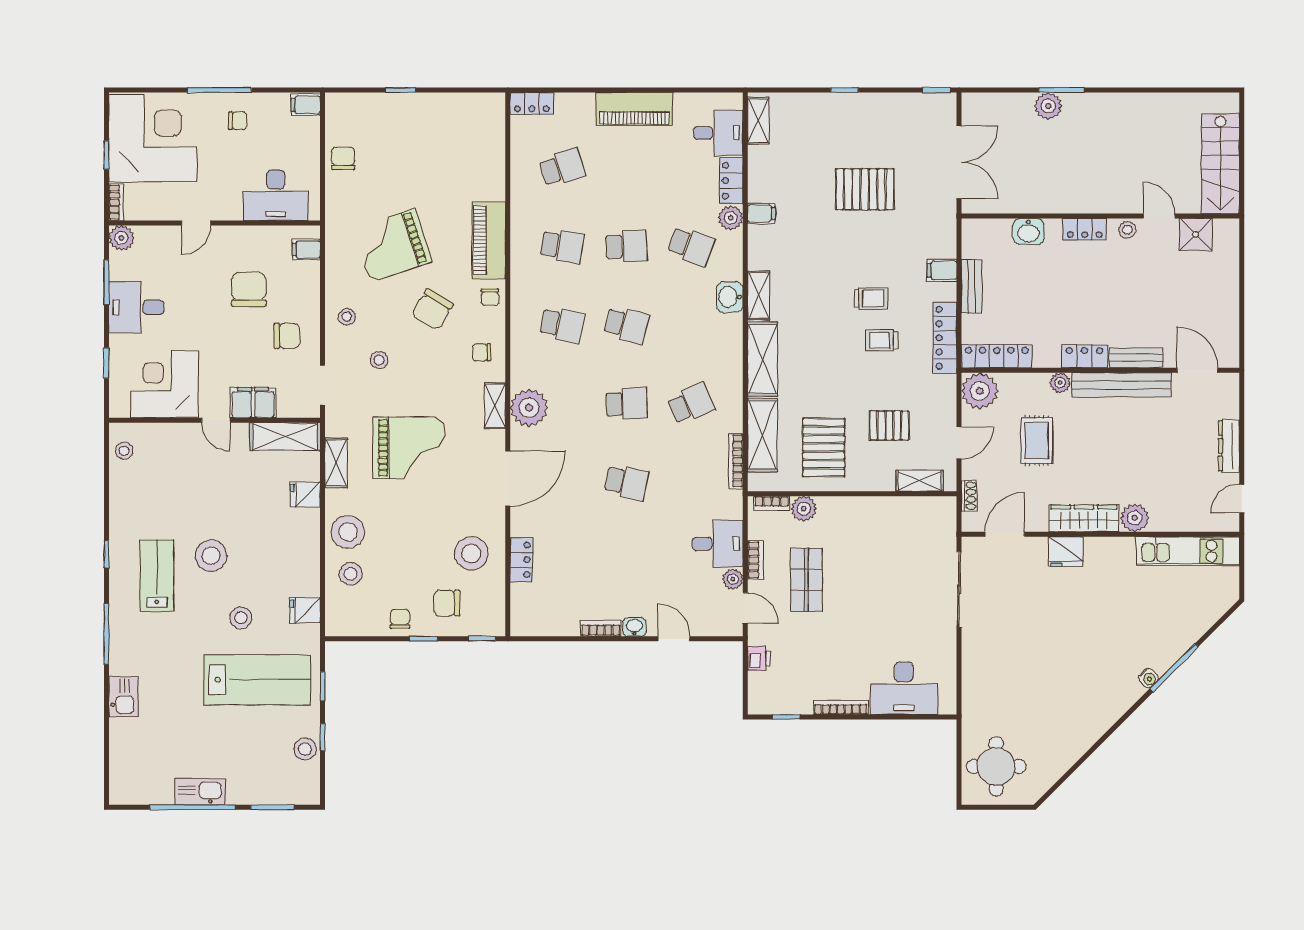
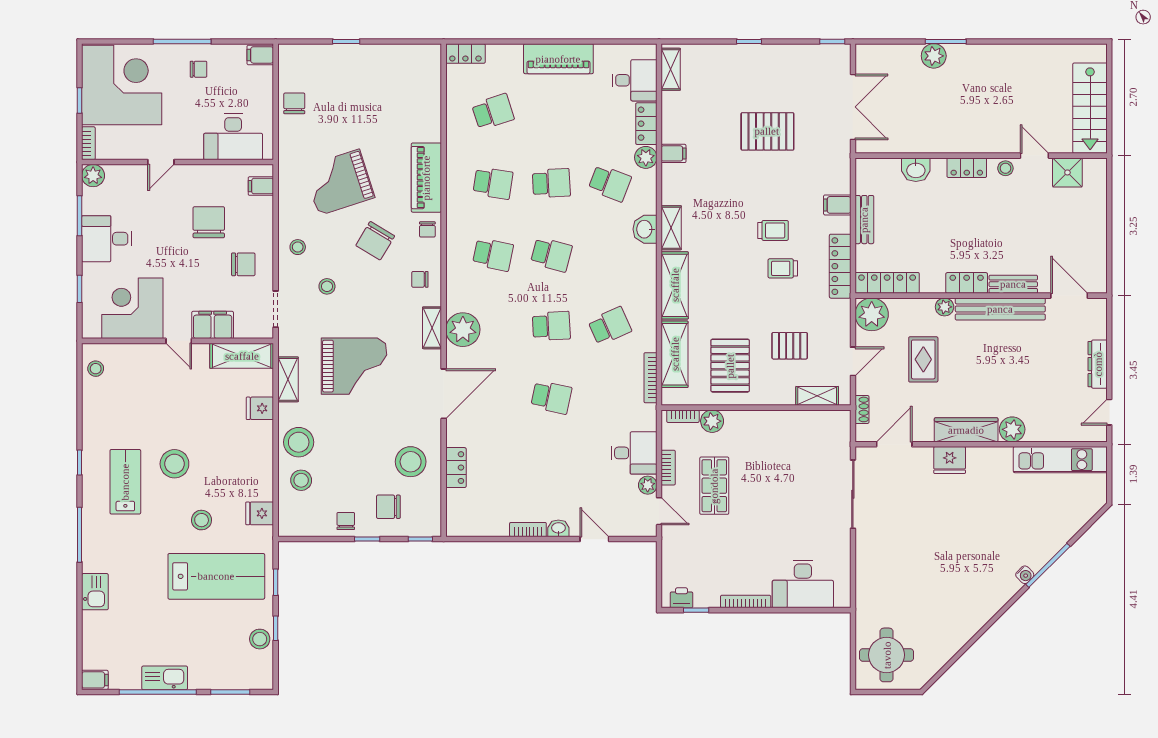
printer: (759, 658) -> (682, 598), moved, turned -90
filing cabinet: (123, 794) -> (95, 680), added

